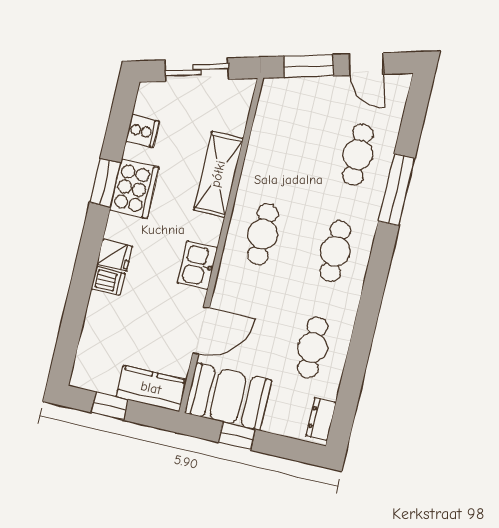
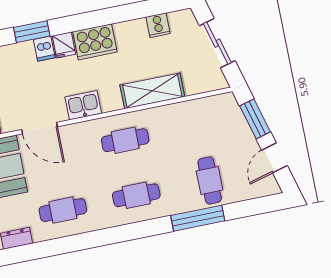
cafe table: (358, 155) -> (210, 180), turned 90
window: (105, 183) -> (32, 32), moved
cooker: (134, 189) -> (95, 42), moved

